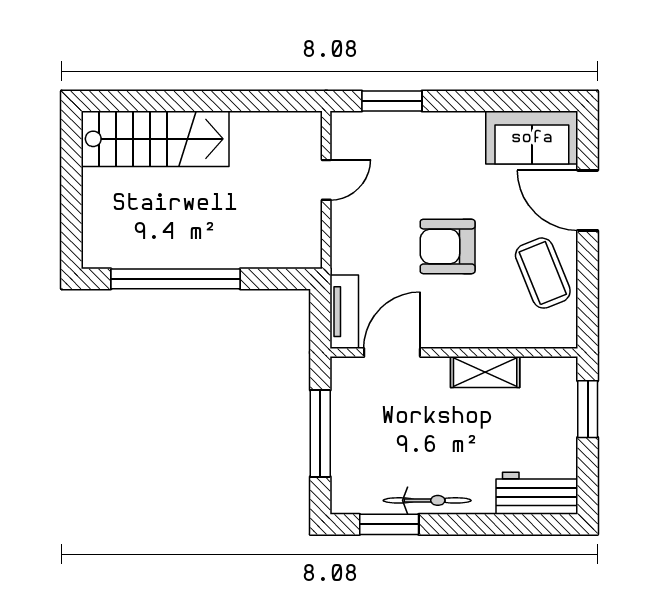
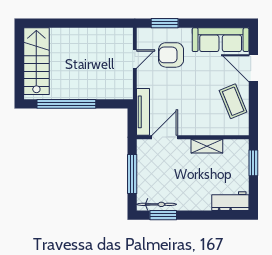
sofa: (532, 138) -> (221, 40), width x1.36
stairs: (155, 139) -> (36, 61), moved, turned -90
armchair: (448, 246) -> (171, 55), moved
tv unit: (344, 312) -> (143, 112), width x1.41
bicycle: (427, 500) -> (157, 204), moved

